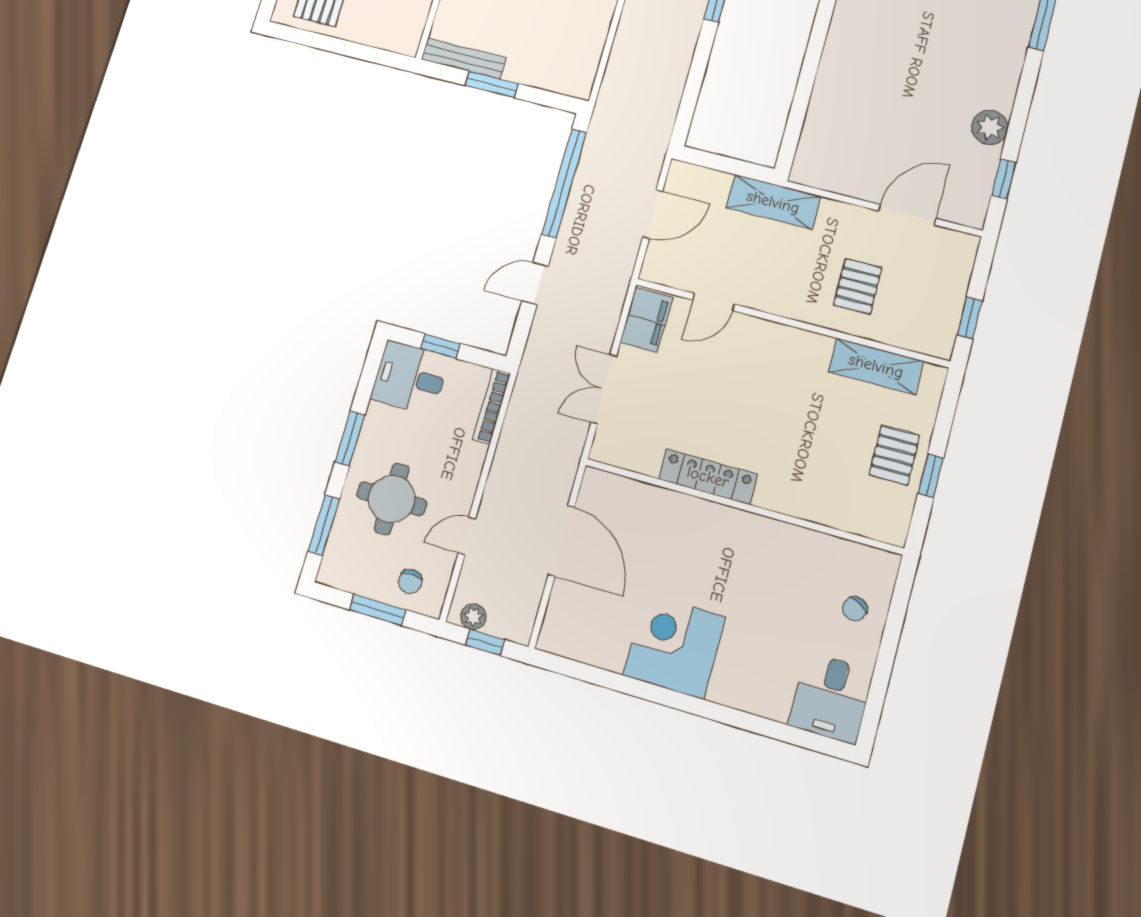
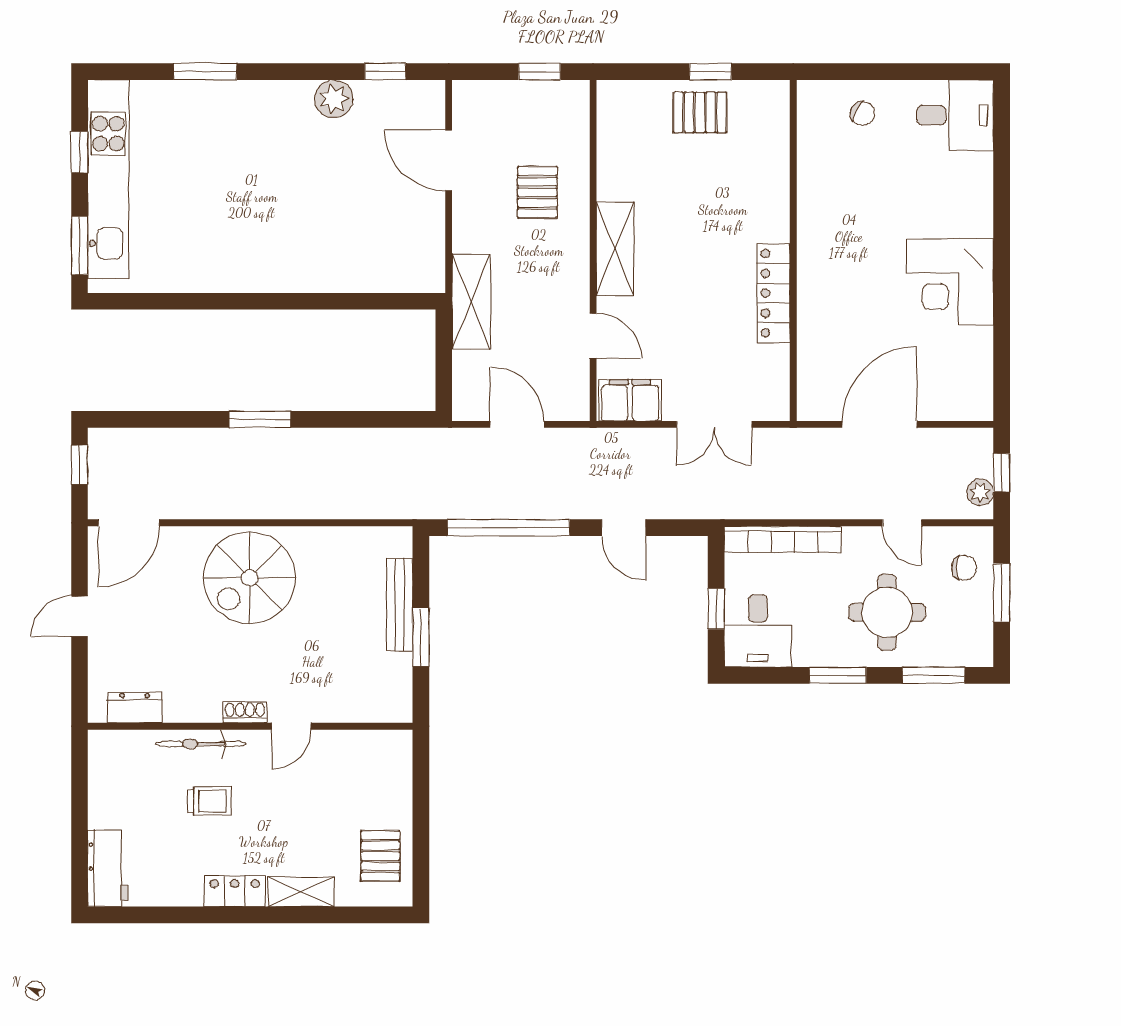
bench: (464, 58) -> (400, 605), moved
pallet: (858, 286) -> (537, 192), turned 90
shelving: (876, 366) -> (615, 249), moved
bookcase: (491, 406) -> (783, 539), width x1.48, depth x1.31

